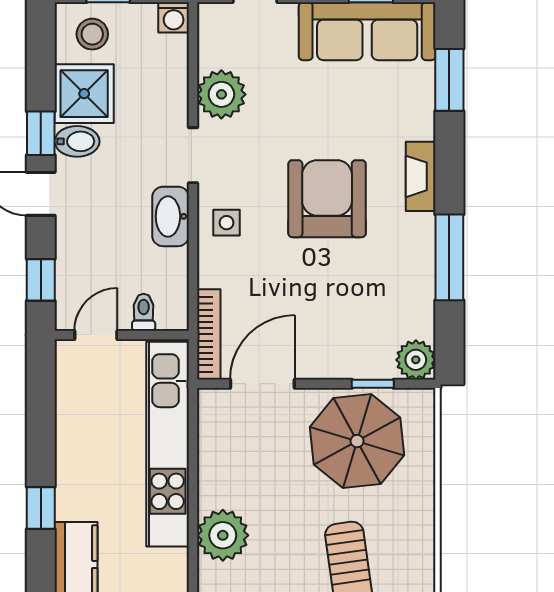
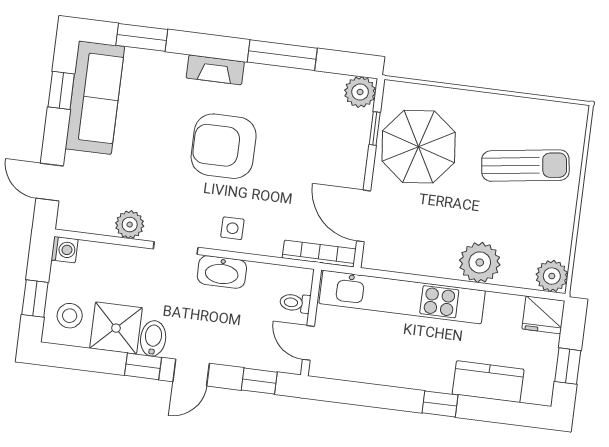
plant: (221, 94) -> (130, 225), width x0.73, depth x0.73

